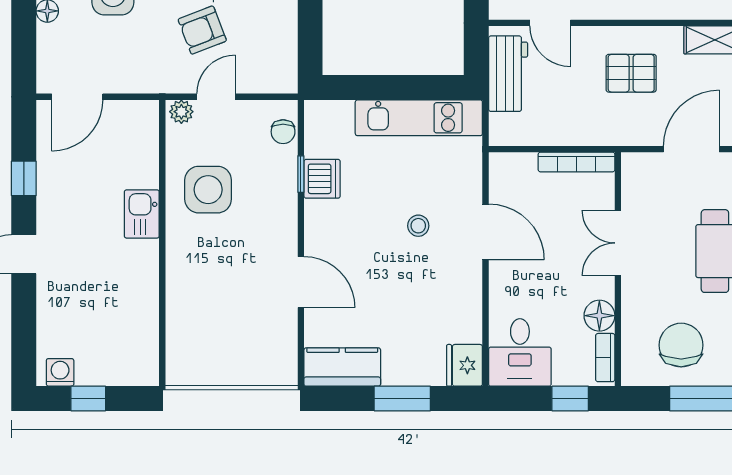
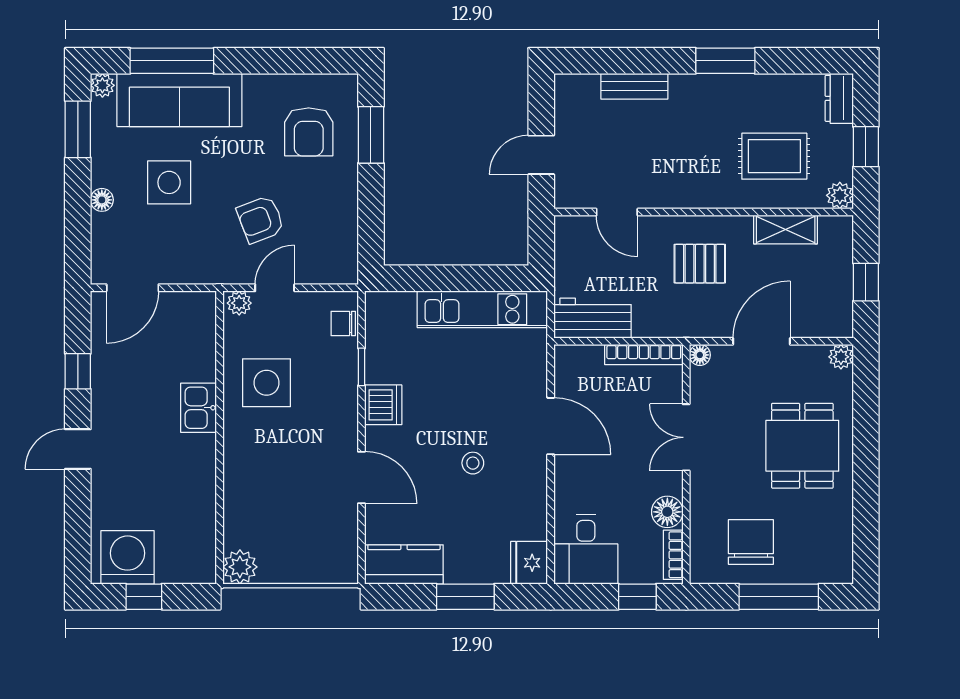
workbench: (508, 74) -> (592, 318), moved, turned -90
chair: (283, 132) -> (343, 324), turned 90
floor lamp: (631, 162) -> (700, 355), added
dishwasher: (322, 179) -> (383, 405), moved
stool: (418, 226) -> (473, 463), moved
plant: (182, 369) -> (240, 567), added
washing machine: (60, 372) -> (128, 557), width x1.89, depth x1.89

